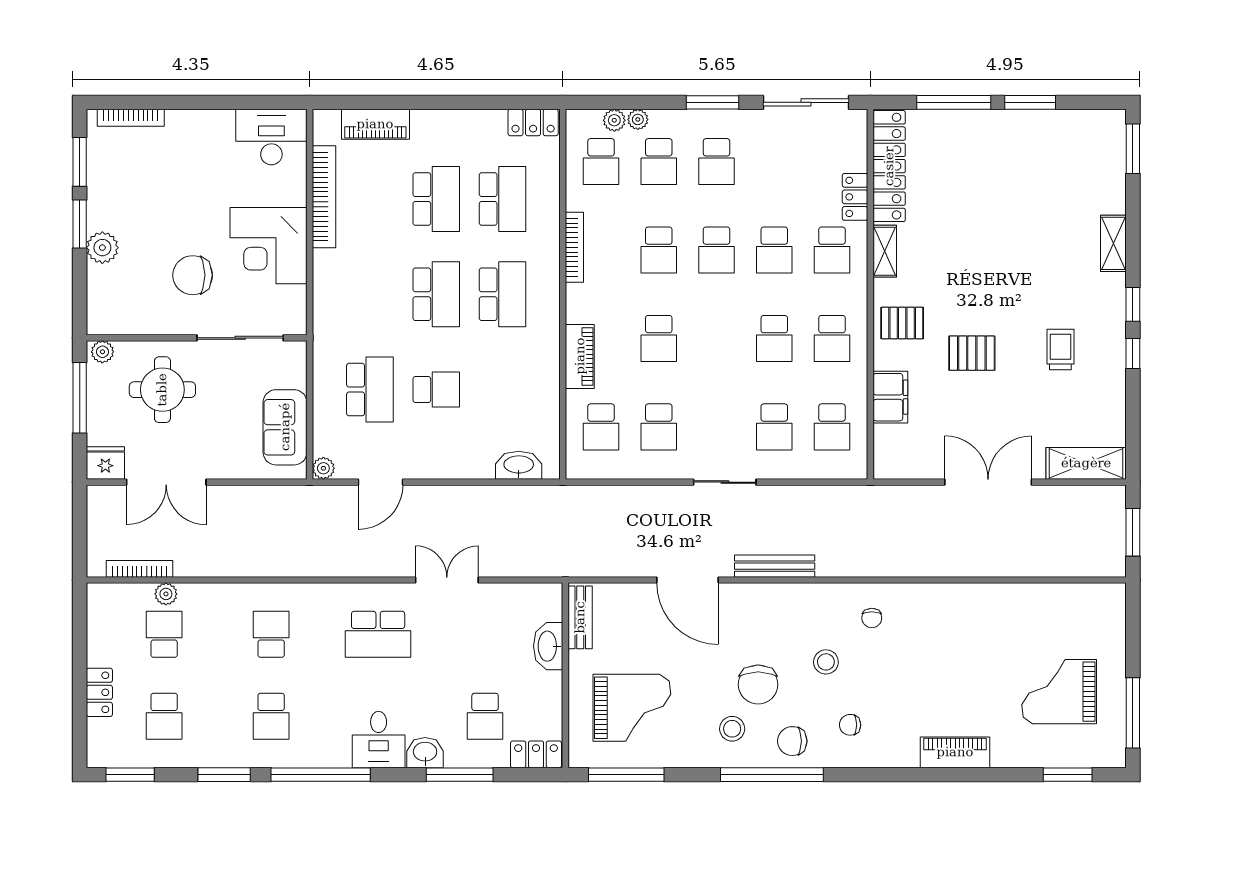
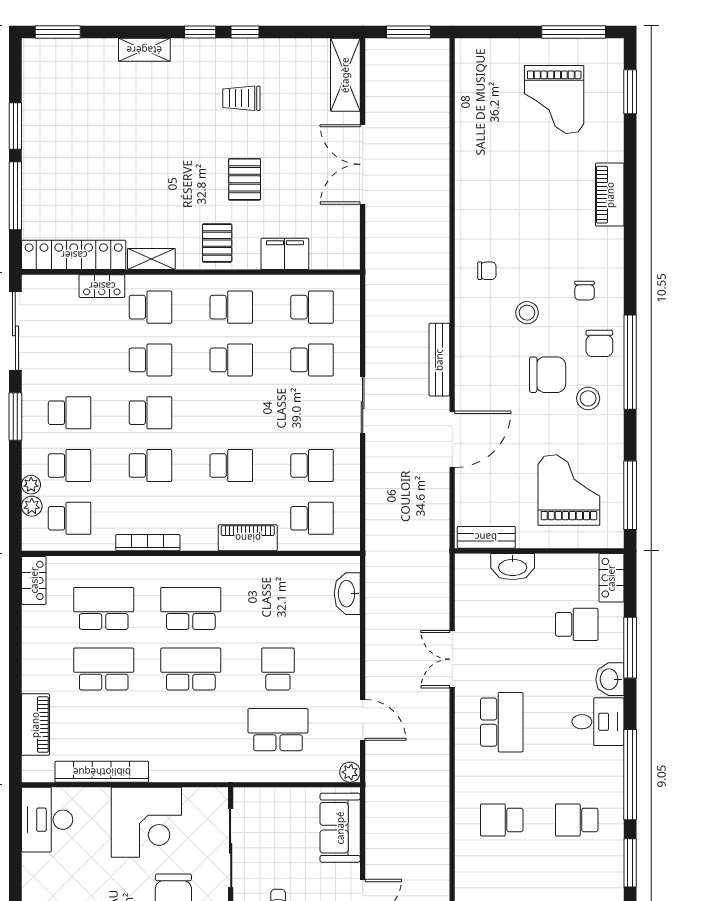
sofa: (285, 427) -> (340, 828), moved, turned 90
school desk: (271, 716) -> (577, 820), turned 180

